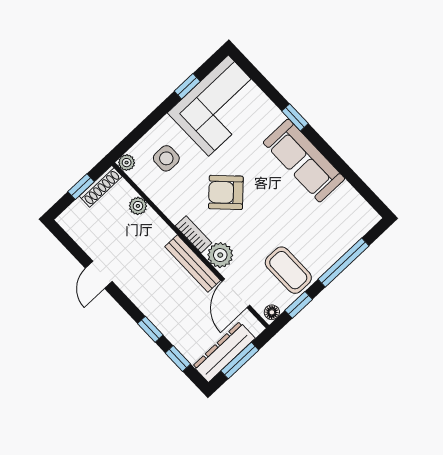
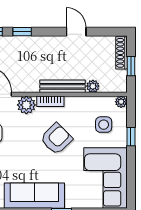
window: (187, 86) -> (131, 137), moved
shoe rack: (101, 186) -> (122, 53), moved
bench: (193, 264) -> (62, 86), moved

